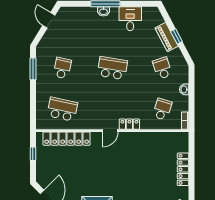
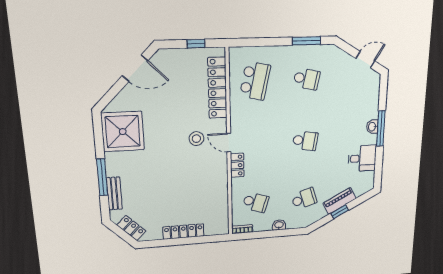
school desk: (112, 68) -> (305, 141), width x0.54
stool: (106, 156) -> (196, 139), added

